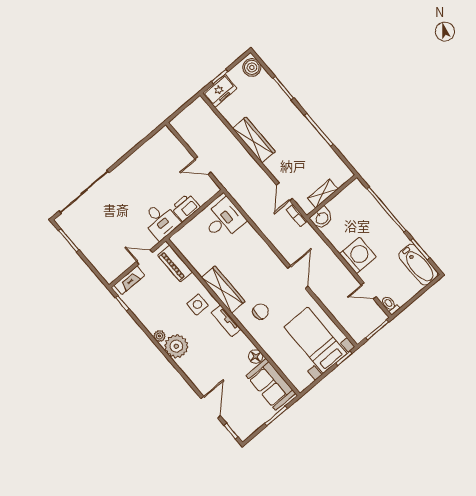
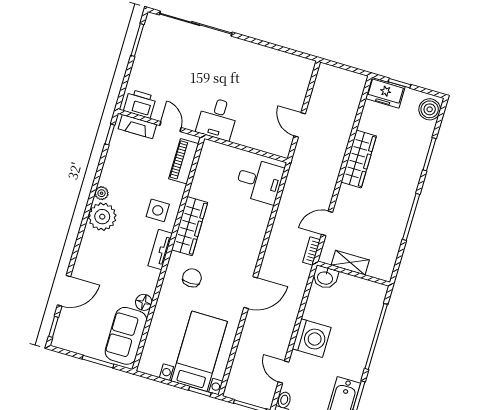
printer: (186, 207) -> (140, 104), moved
chair: (261, 312) -> (192, 278), turned -90

